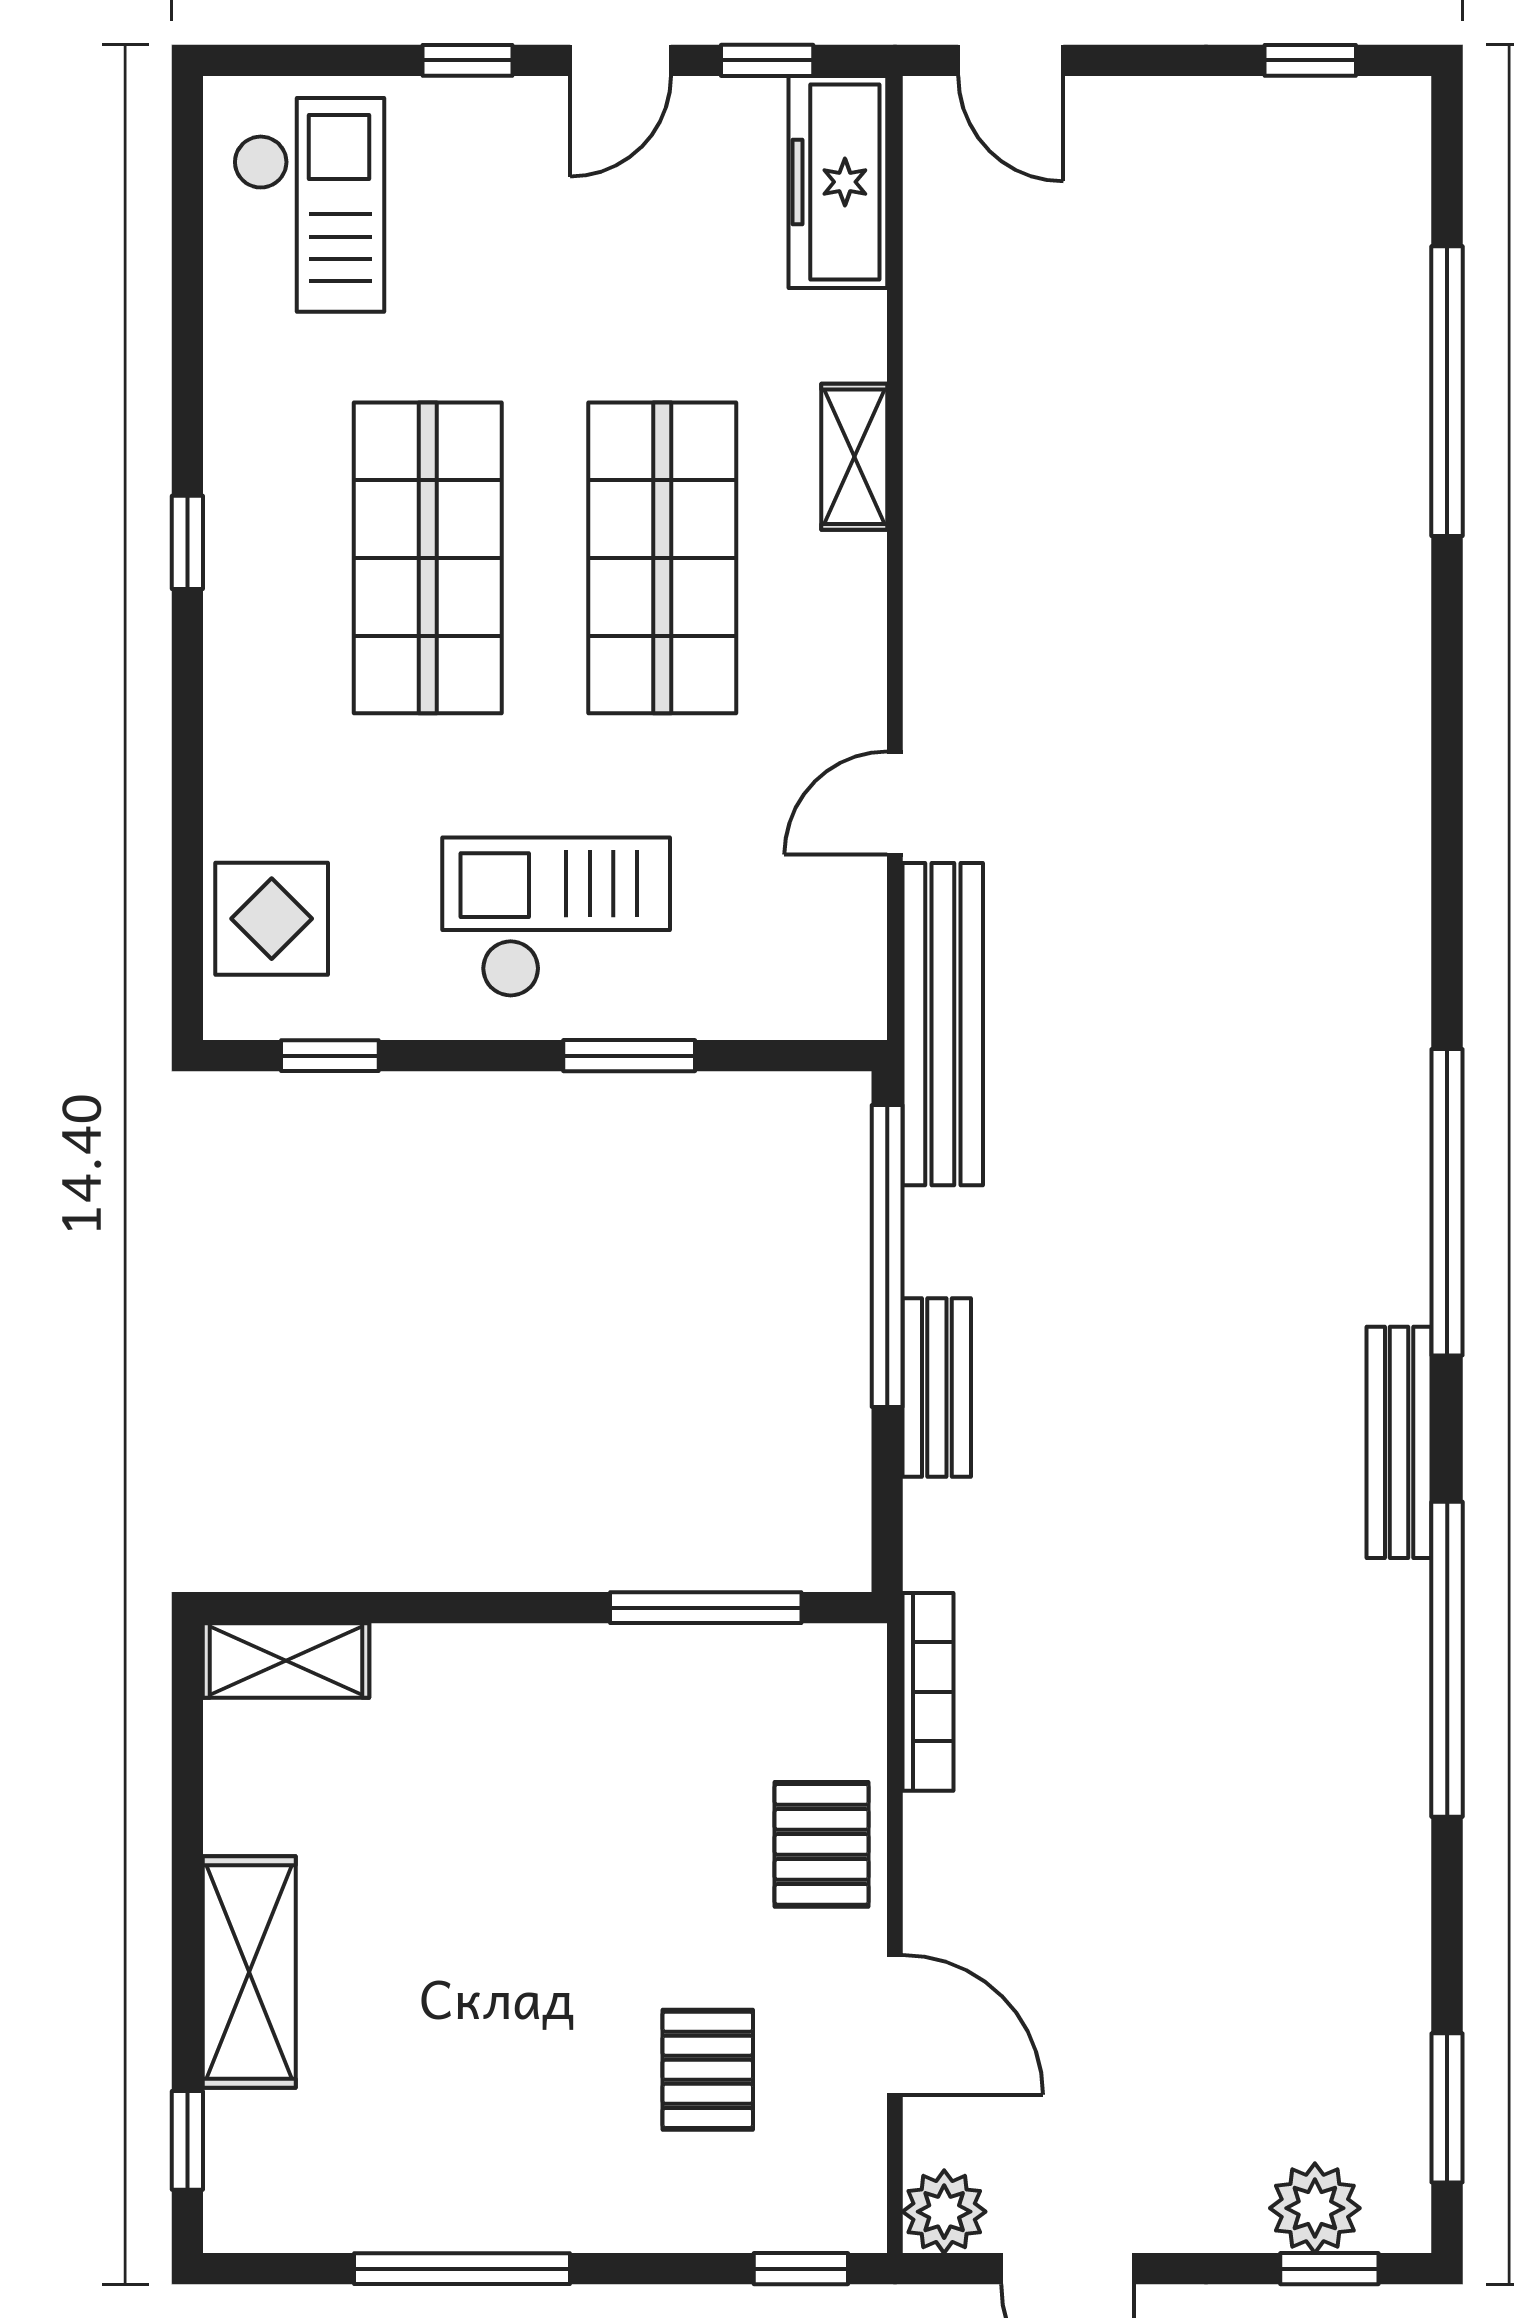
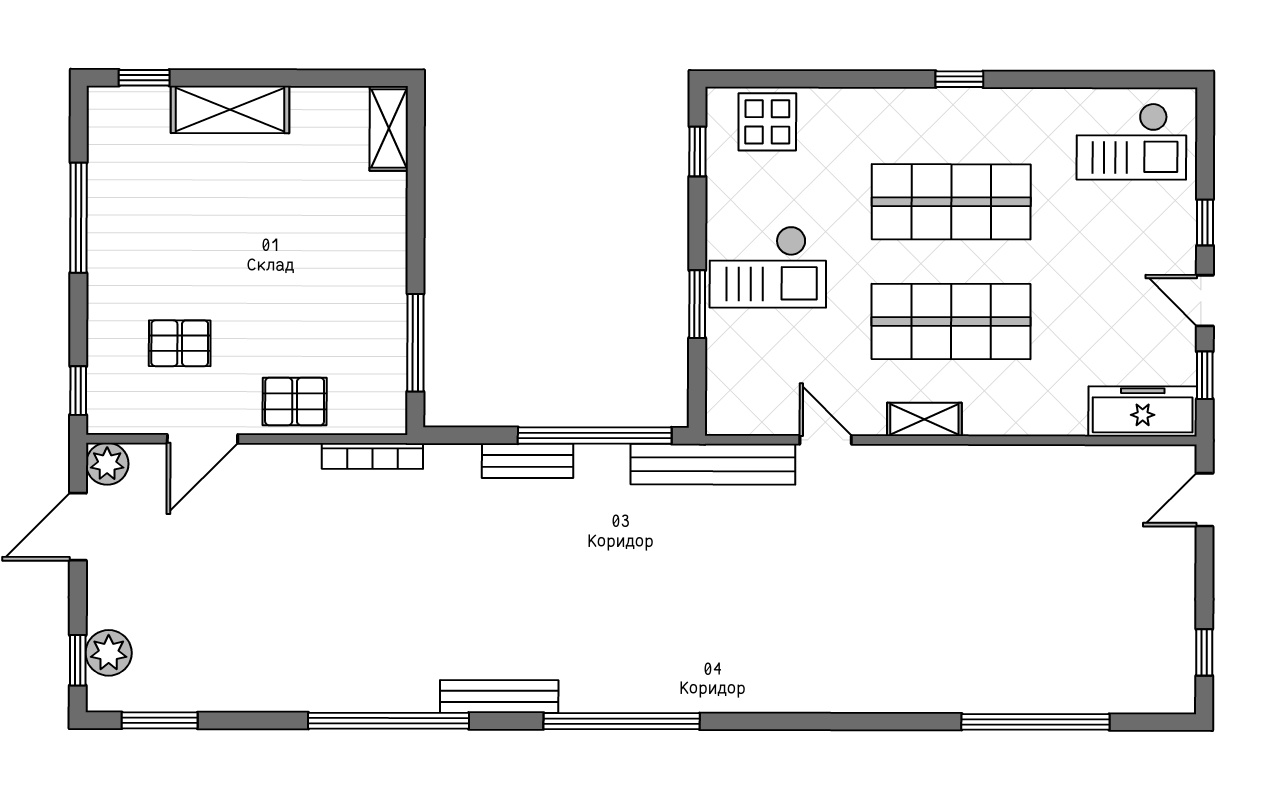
shelving: (854, 457) -> (924, 419), moved
checkout: (556, 917) -> (768, 267), turned 90

